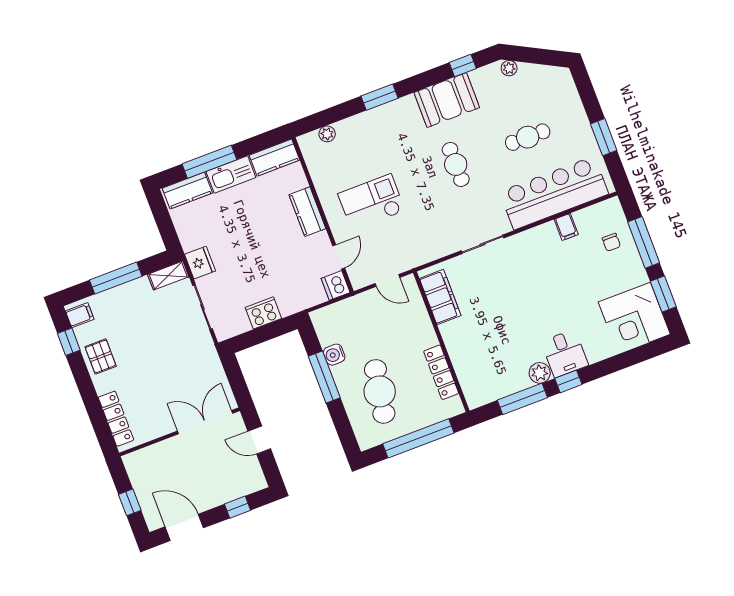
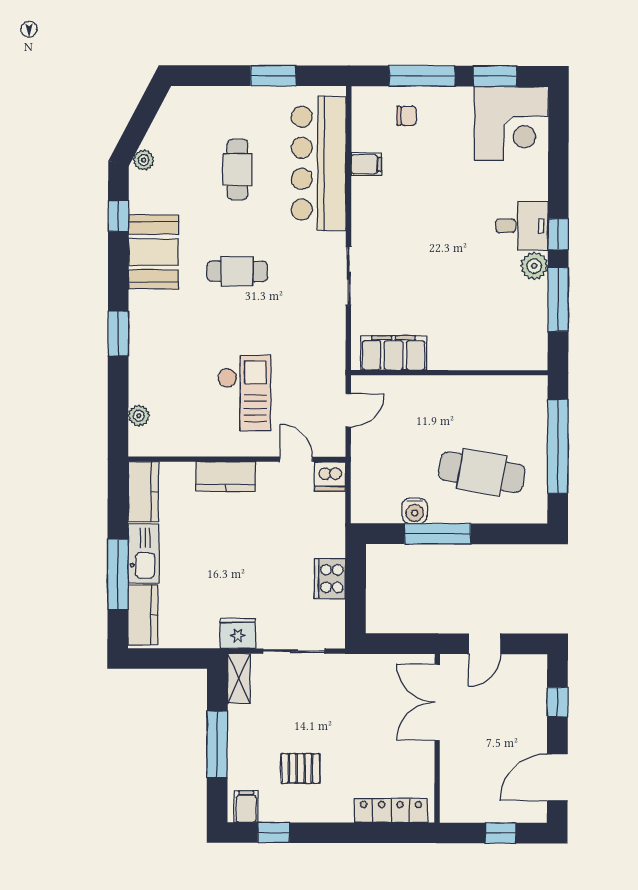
checkout: (372, 202) -> (244, 393), turned 180
pallet: (101, 356) -> (300, 768), moved
locker: (441, 372) -> (487, 387), removed

